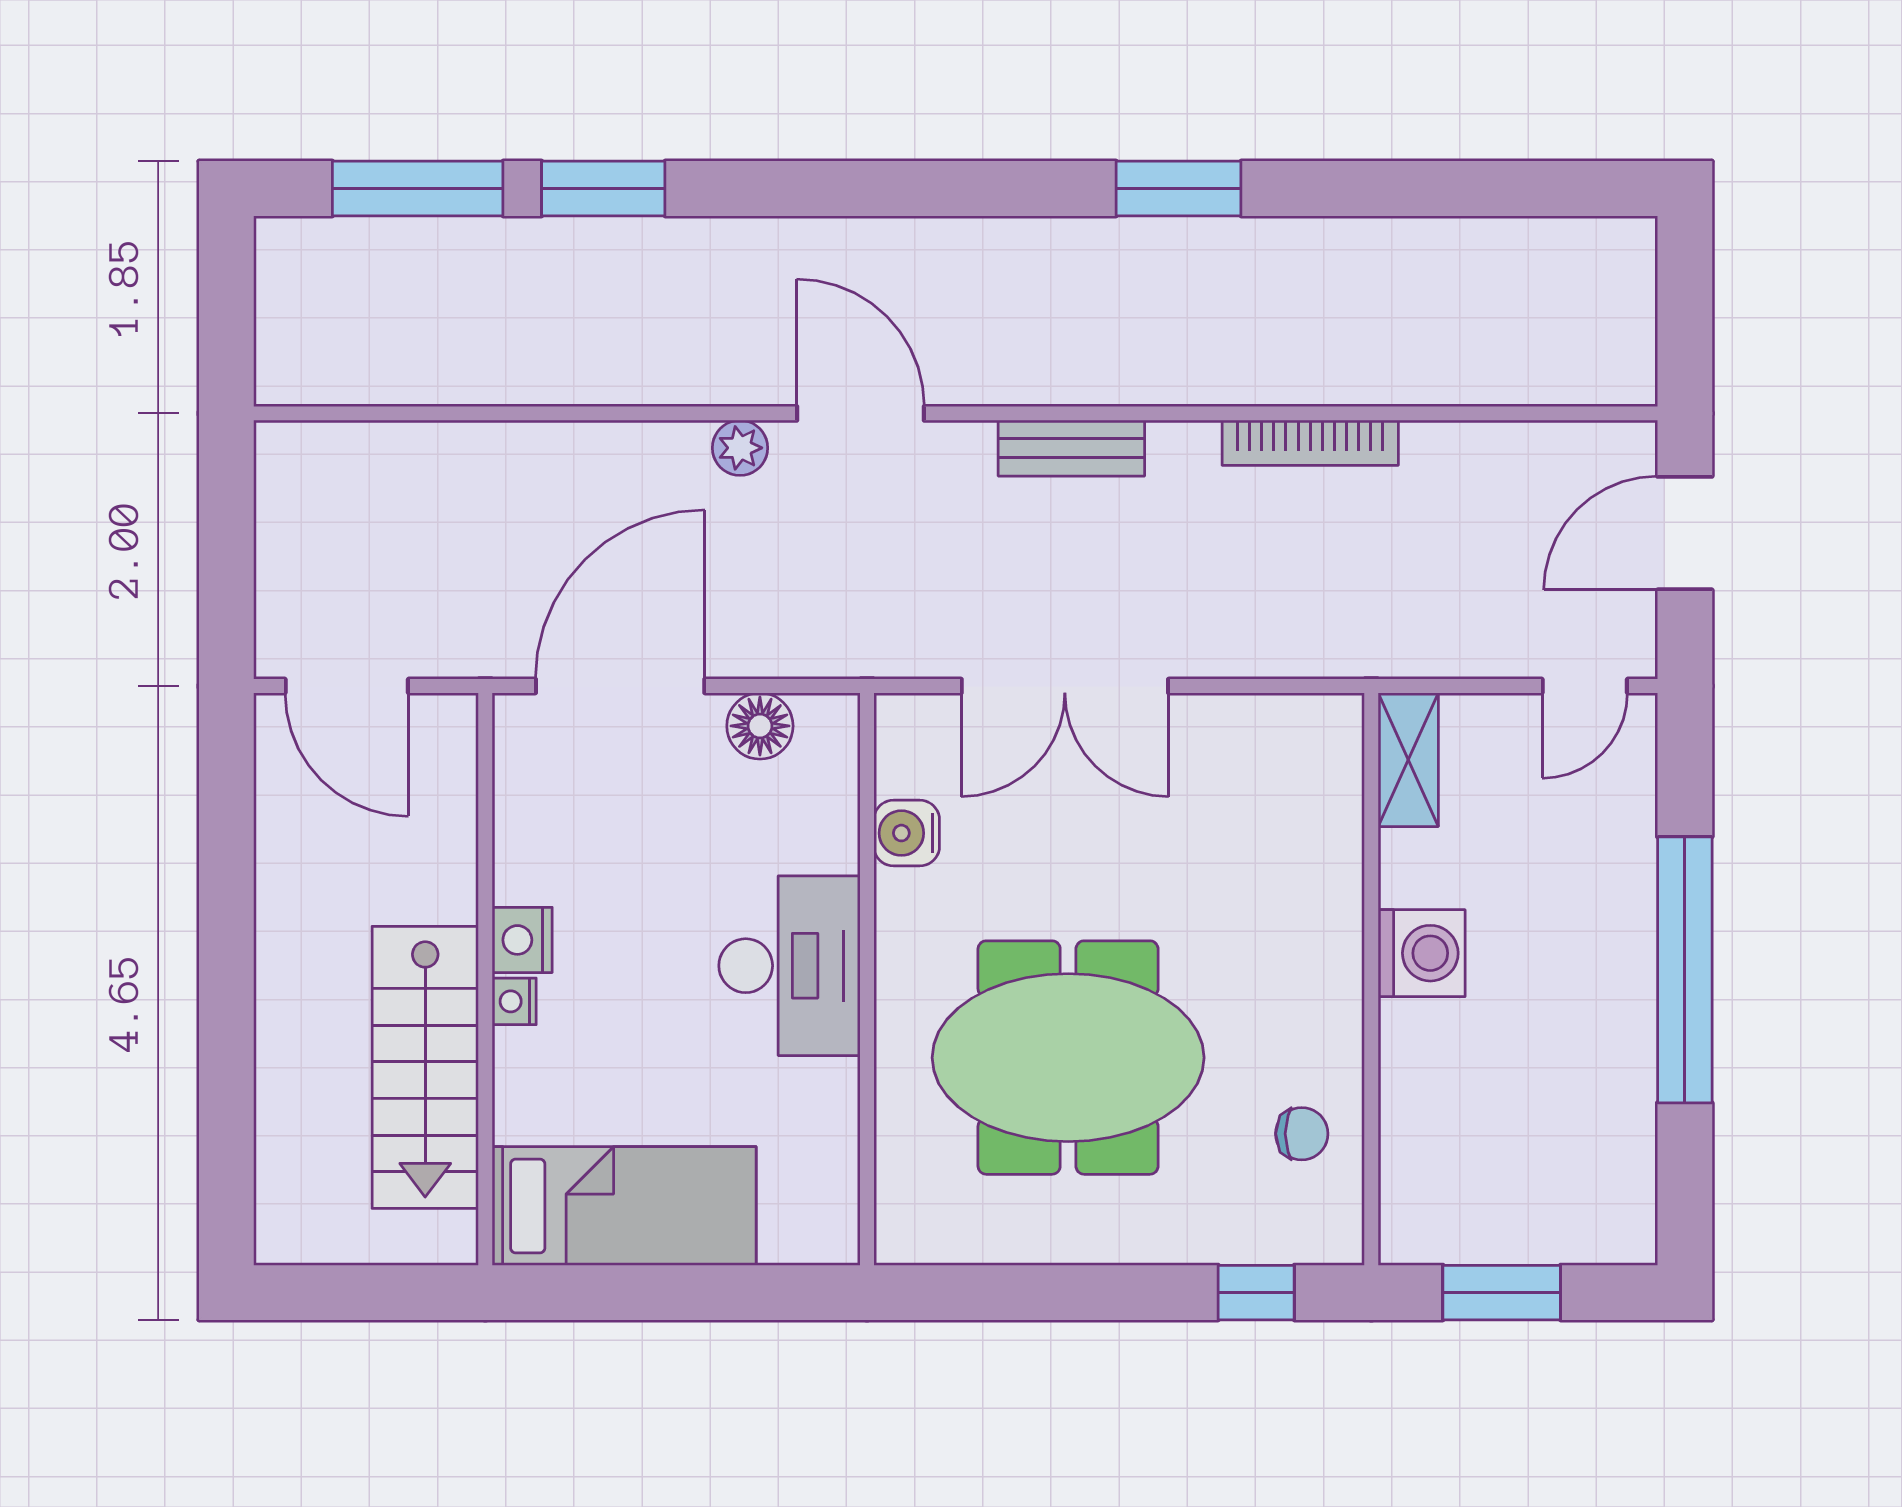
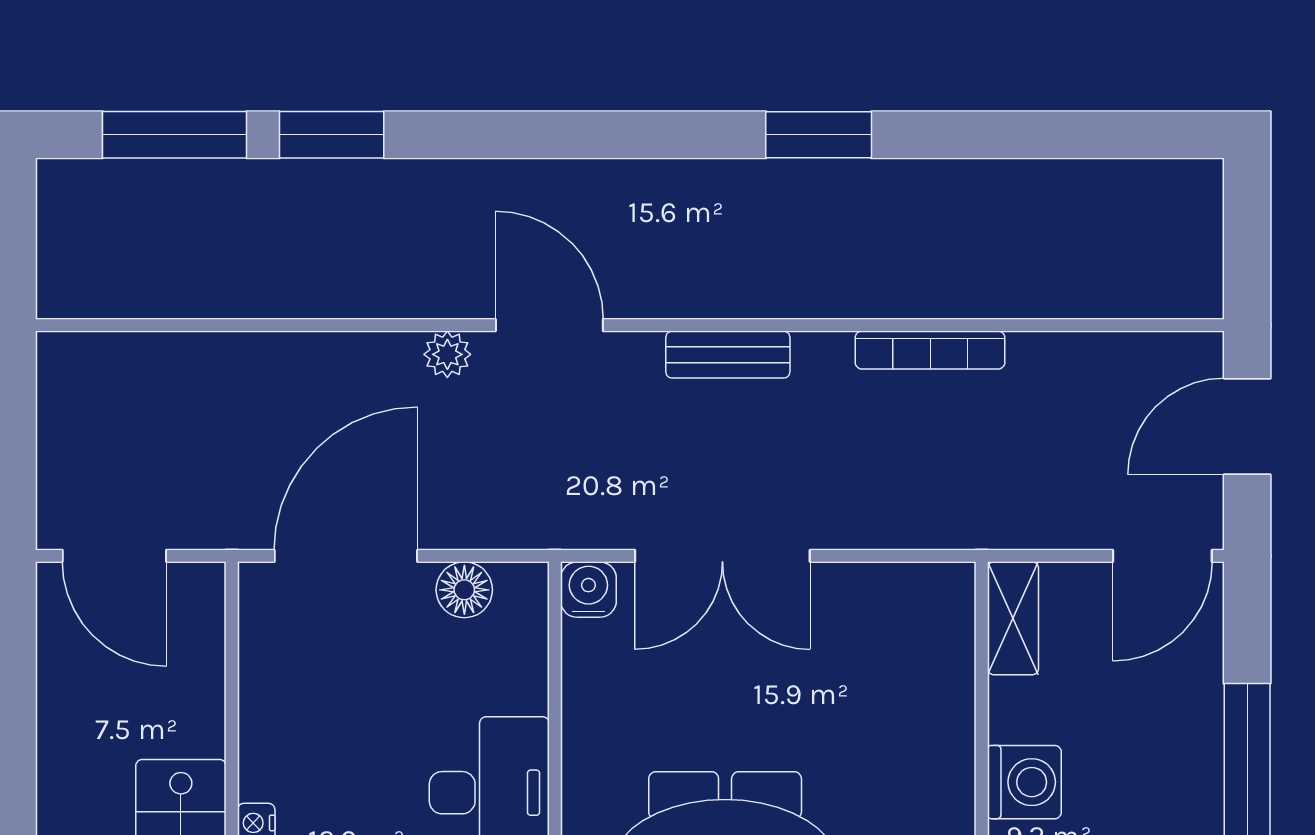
door: (1585, 686) -> (1162, 556), width x1.38
water cooler: (907, 833) -> (588, 590), moved, turned 90
nightstand: (522, 940) -> (263, 771), removed

